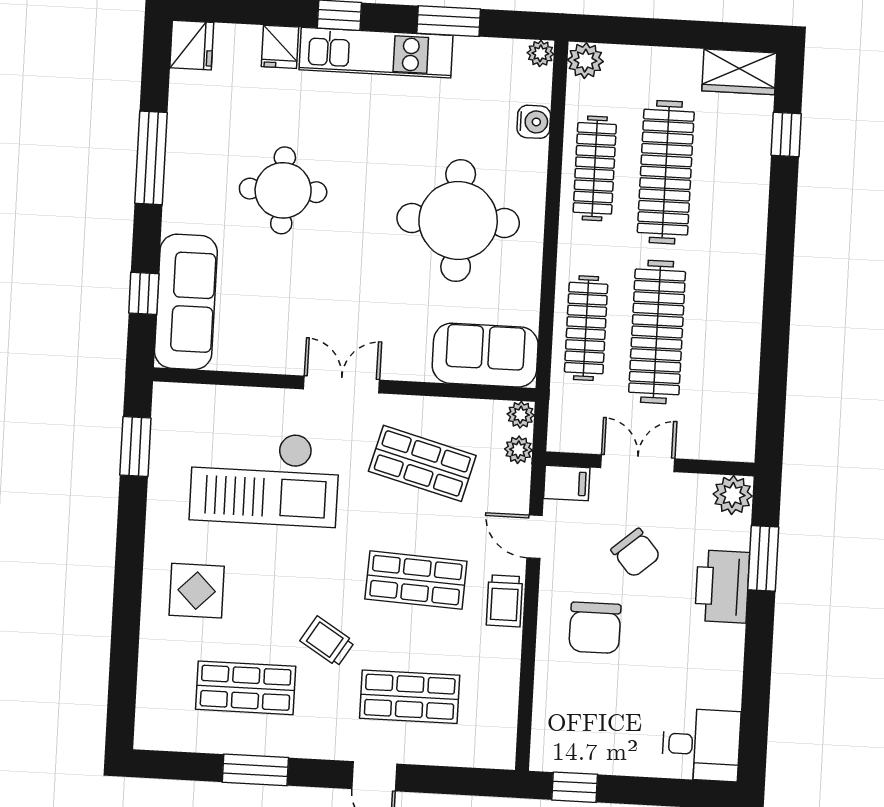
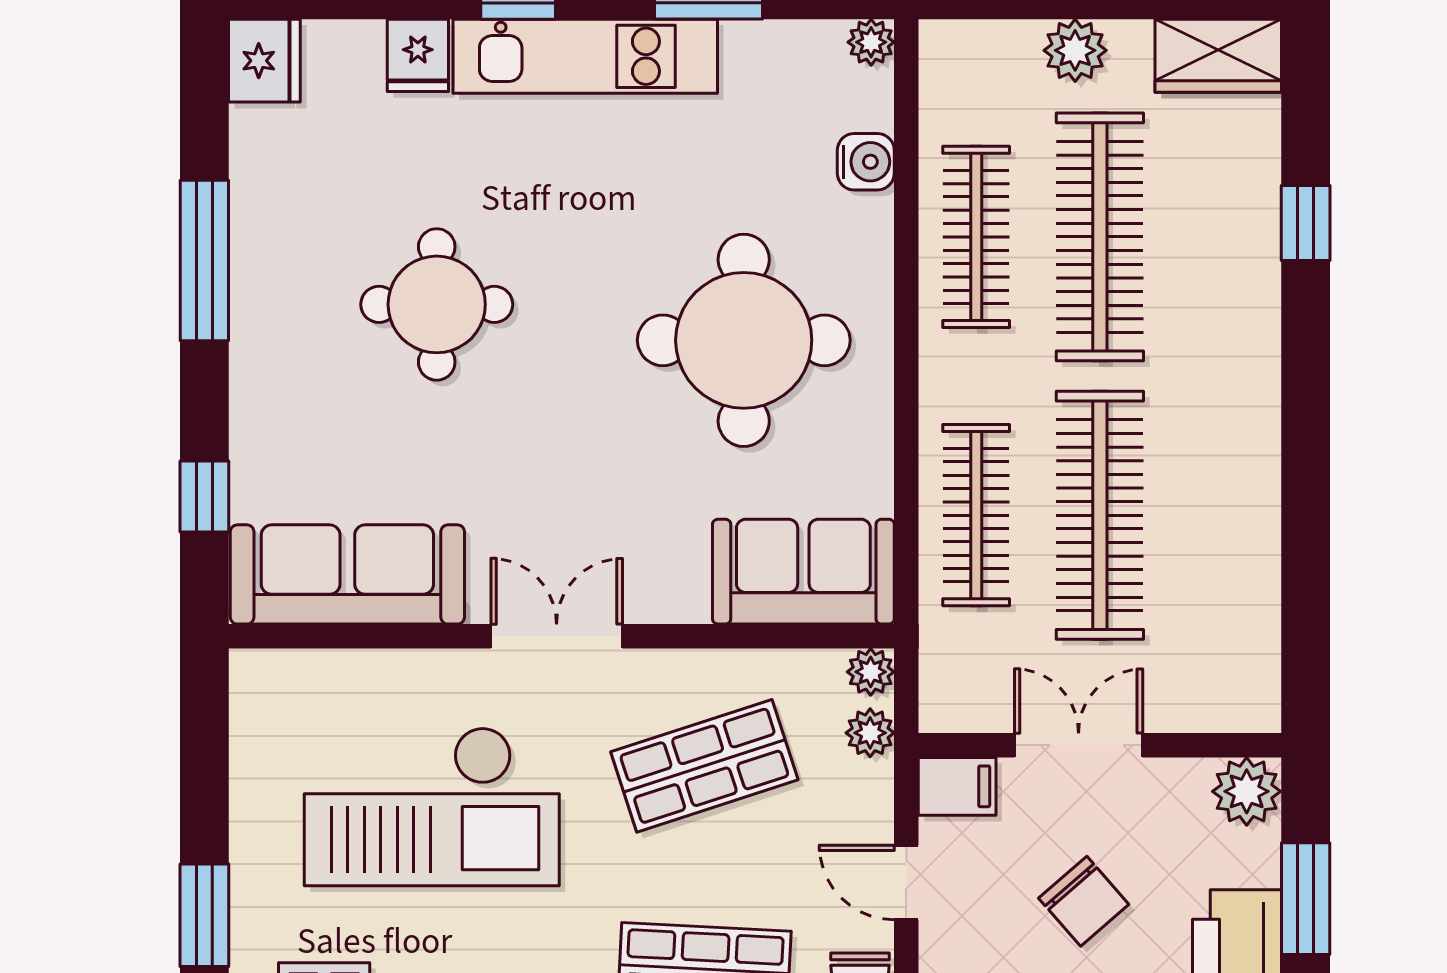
plant: (585, 61) -> (1075, 50), moved
window: (786, 135) -> (1306, 223), moved
sofa: (186, 302) -> (347, 574), moved, turned -90
window: (135, 446) -> (204, 915), moved
shop shelf: (422, 463) -> (704, 766), turned -33

